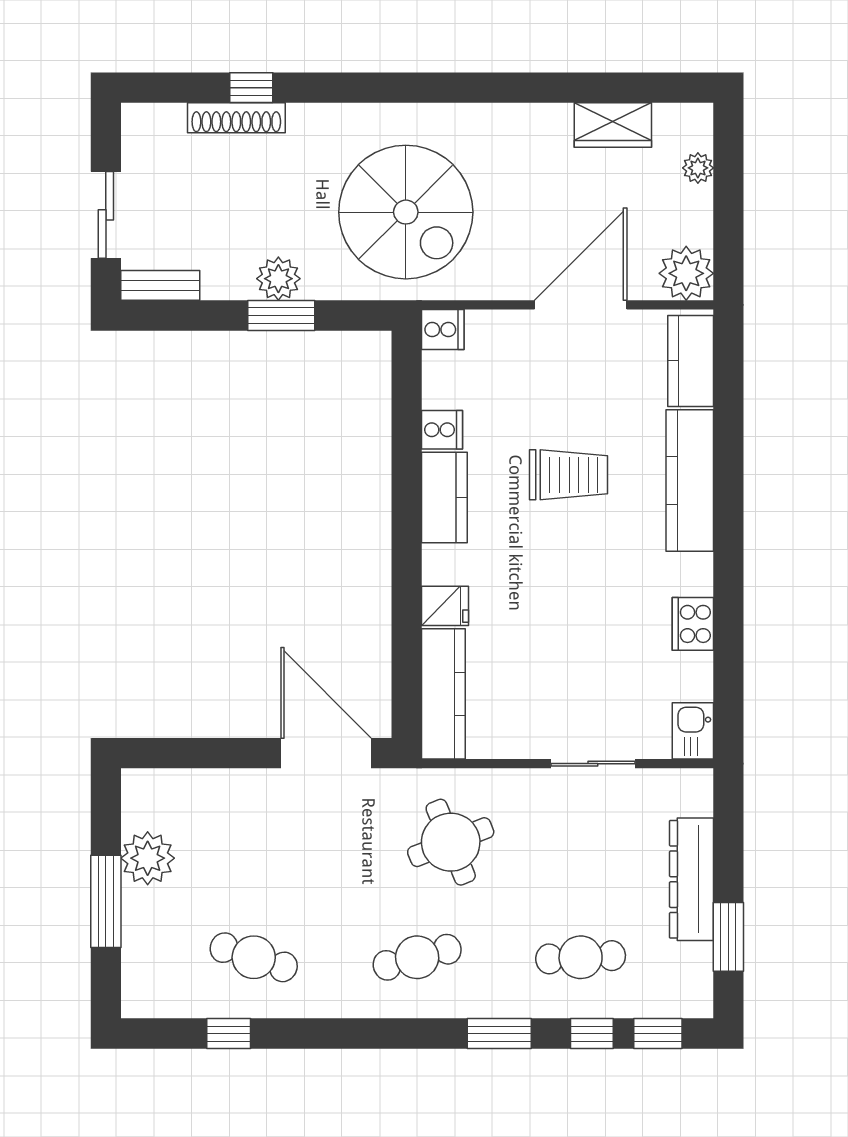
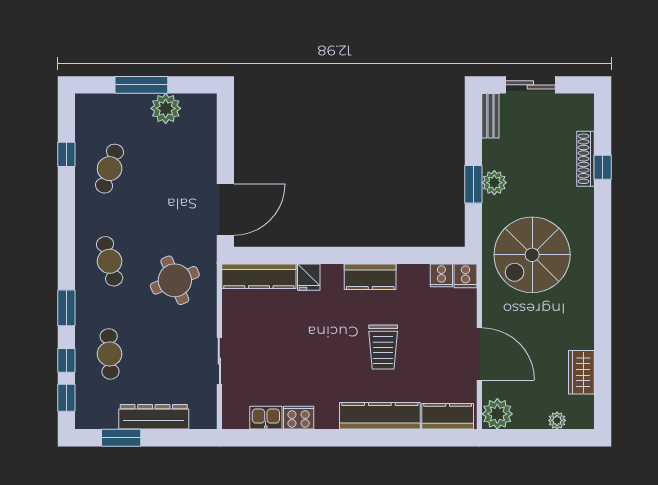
cooker: (442, 430) -> (441, 275), moved
kitchen sink: (693, 731) -> (266, 418), moved

